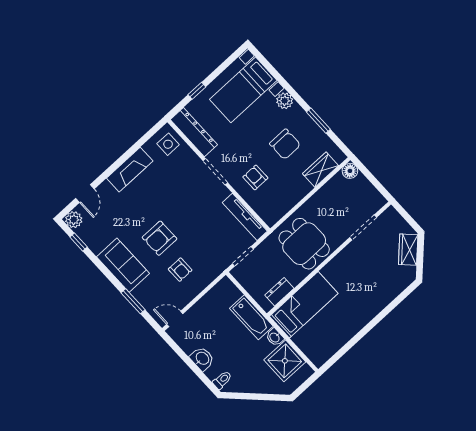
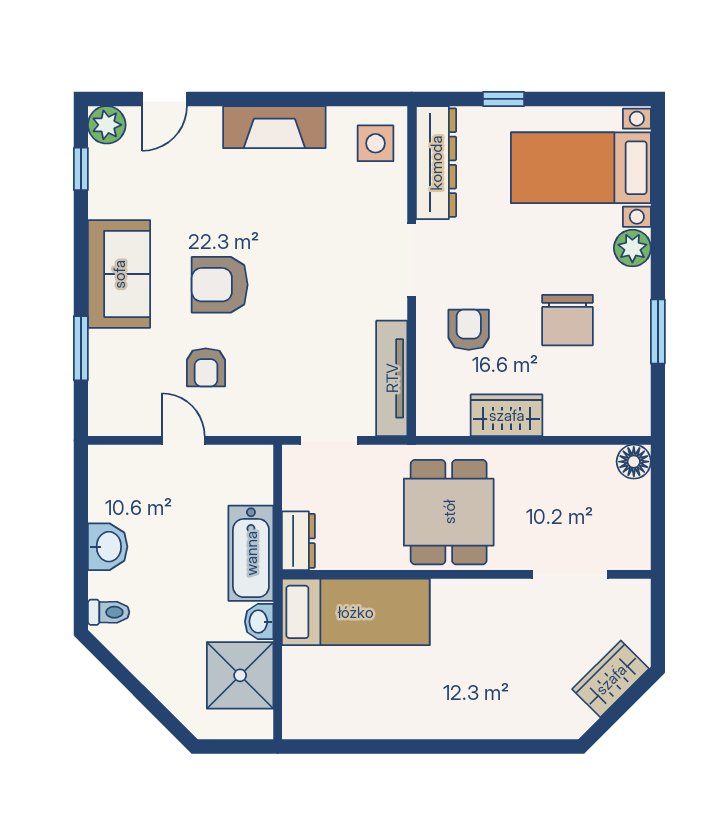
wardrobe: (320, 170) -> (507, 415), moved
dresser: (279, 292) -> (298, 541), moved, turned 90
door: (175, 319) -> (183, 440), moved

